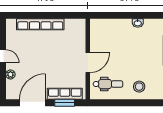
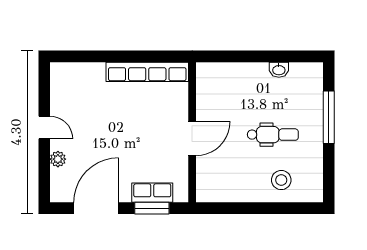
row of seats: (40, 24) -> (147, 72), moved
dental chair: (108, 84) -> (273, 135), moved
row of seats: (65, 94) -> (152, 193), width x0.68

